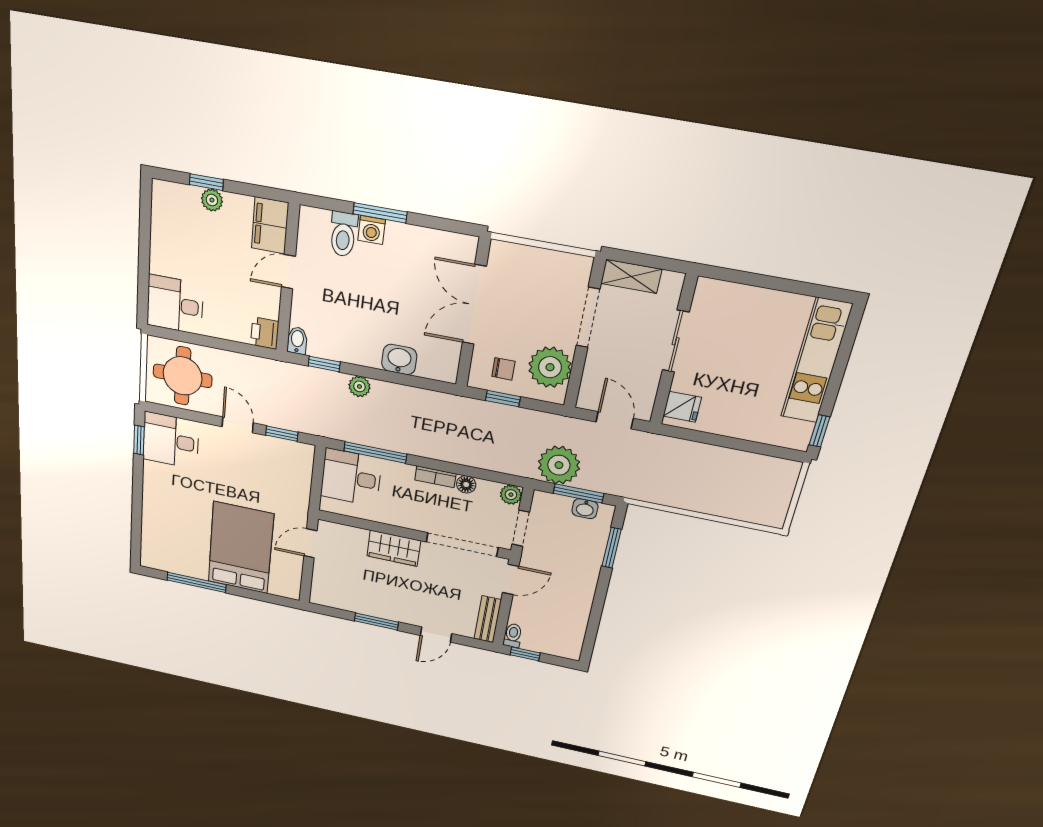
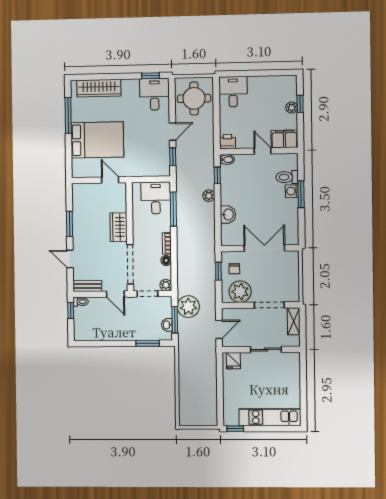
wardrobe: (155, 526) -> (99, 88), added

